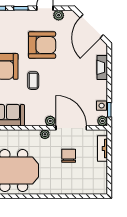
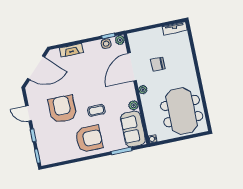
plant: (59, 15) -> (32, 100), removed
plant: (50, 121) -> (134, 105), moved
tv unit: (103, 149) -> (175, 28), moved

